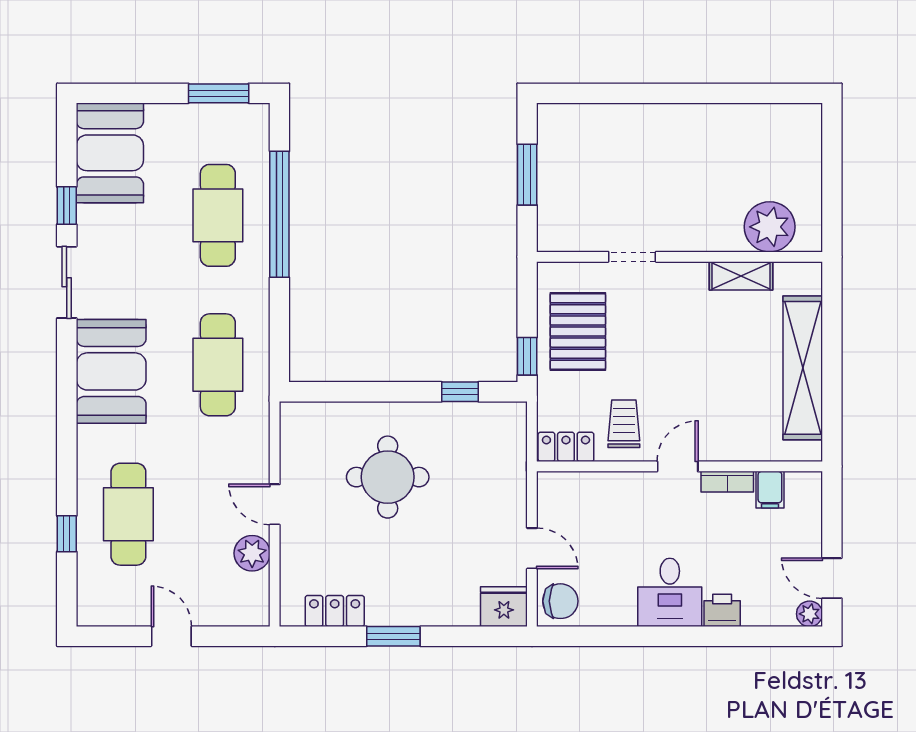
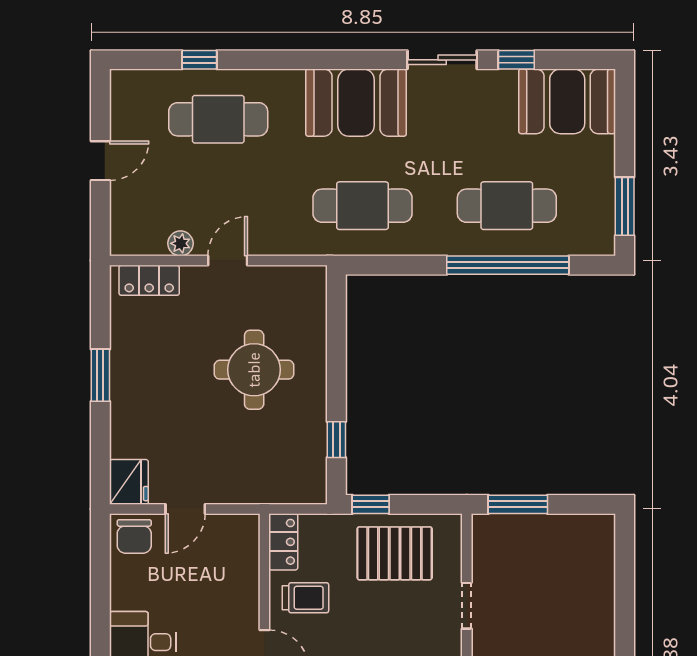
window: (527, 175) -> (518, 504), moved
plant: (252, 553) -> (181, 243), width x0.73, depth x0.73
locker: (335, 611) -> (149, 280), moved, turned 90

